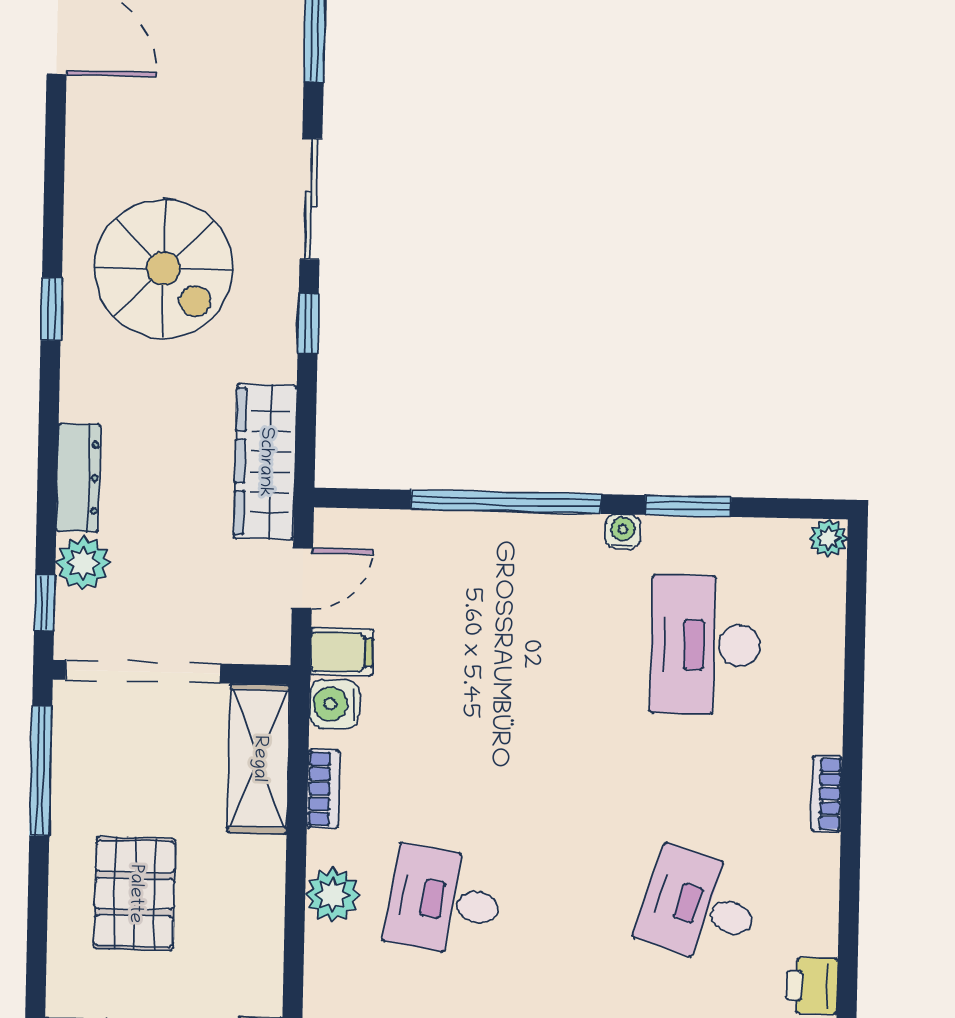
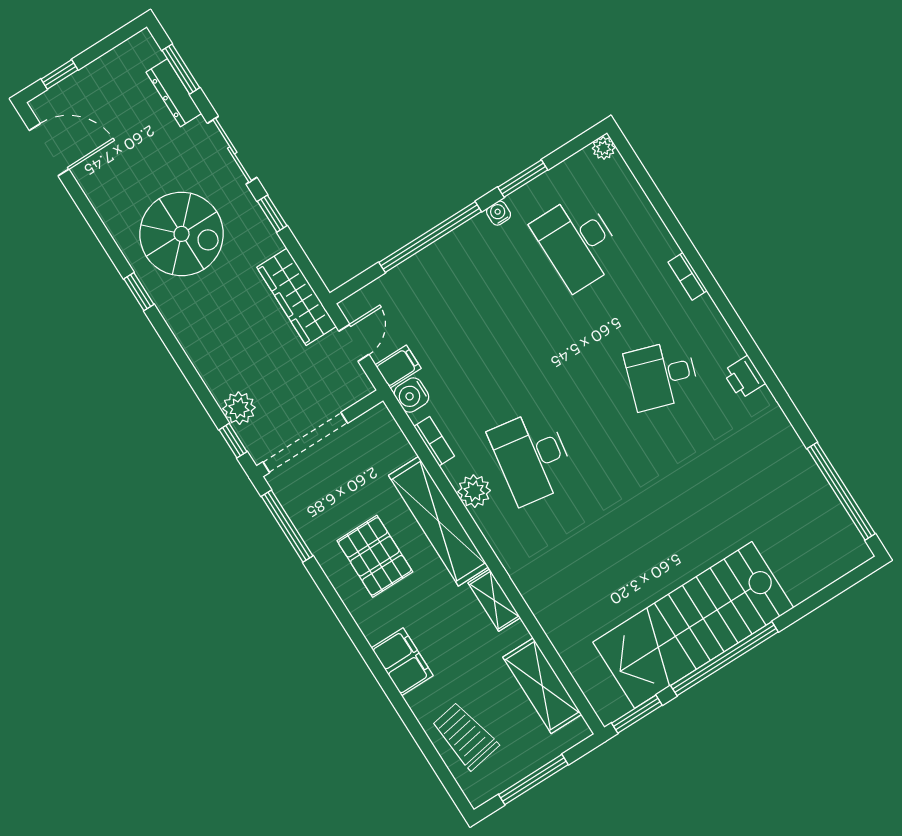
dresser: (78, 478) -> (174, 93), moved, turned 180
shelving: (259, 759) -> (438, 521), moved, width x1.47
desk: (444, 901) -> (532, 457), width x1.37

